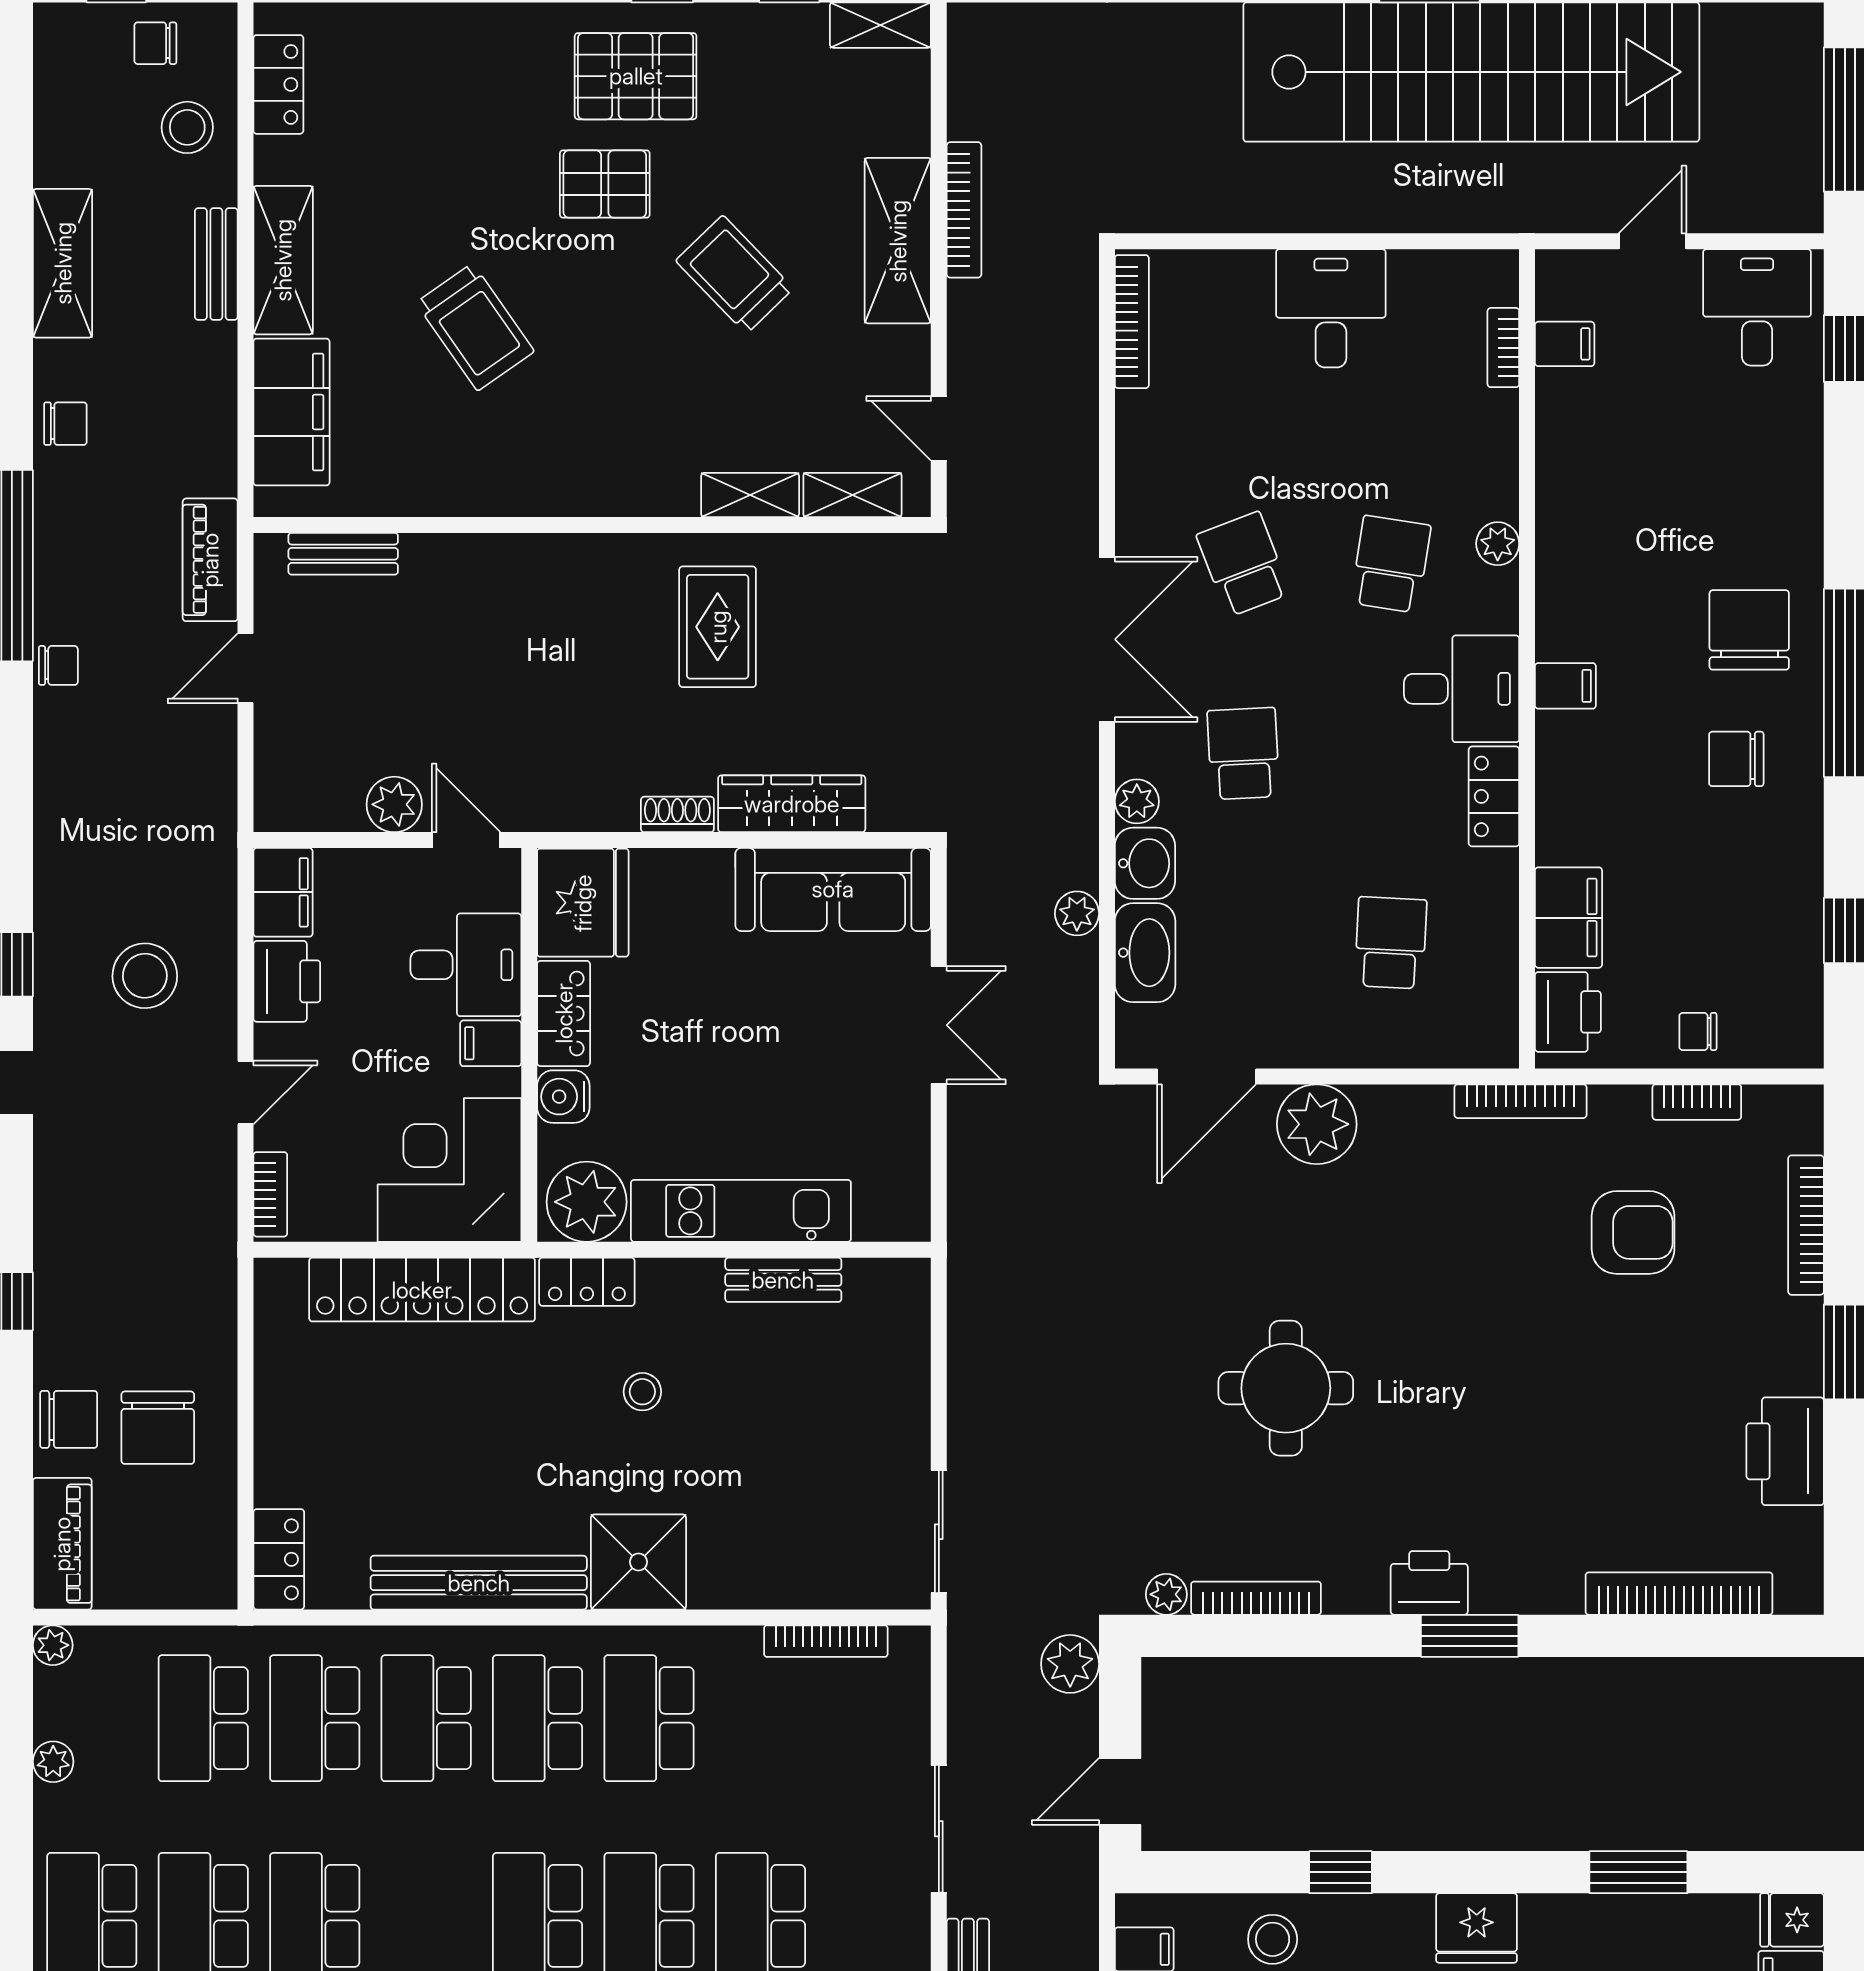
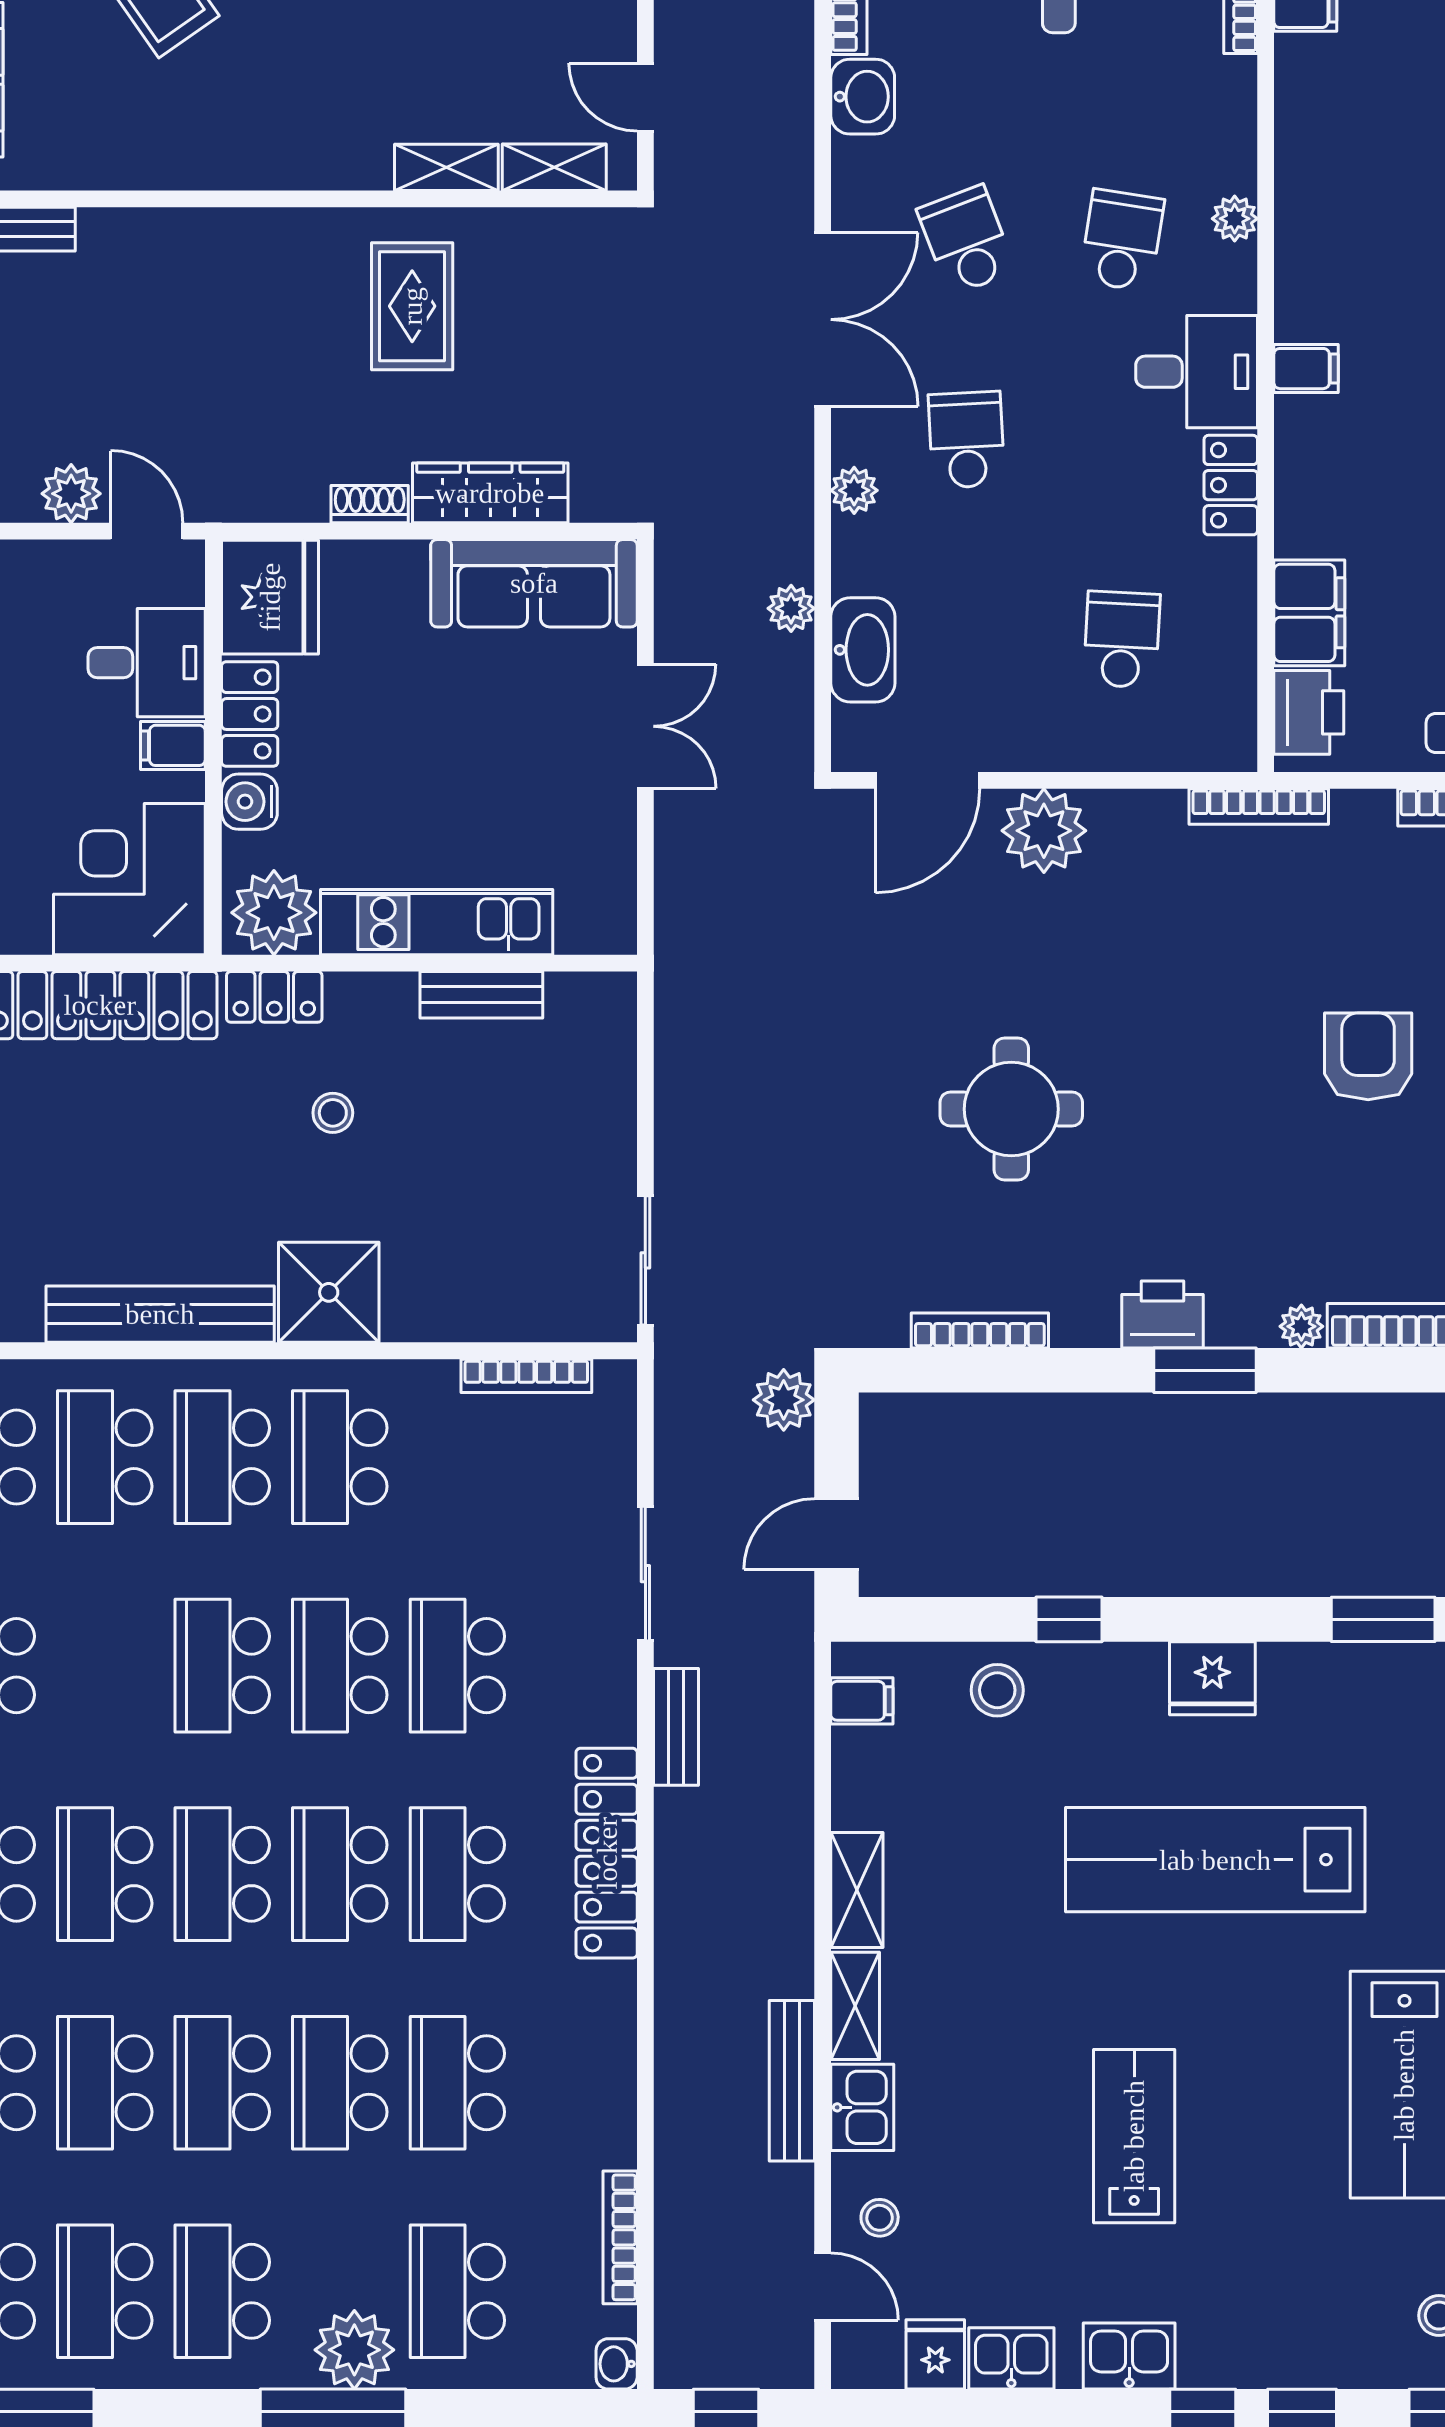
washbasin: (1145, 863) -> (863, 97), moved
armchair: (1633, 1232) -> (1368, 1056), moved, turned -90
plant: (1166, 1594) -> (1301, 1326), moved

